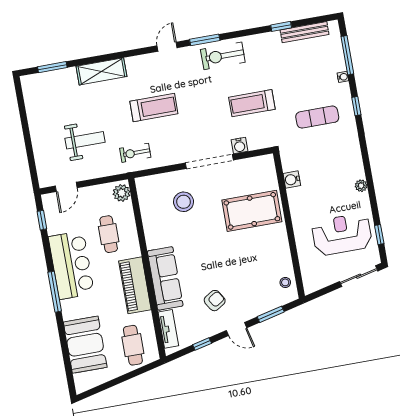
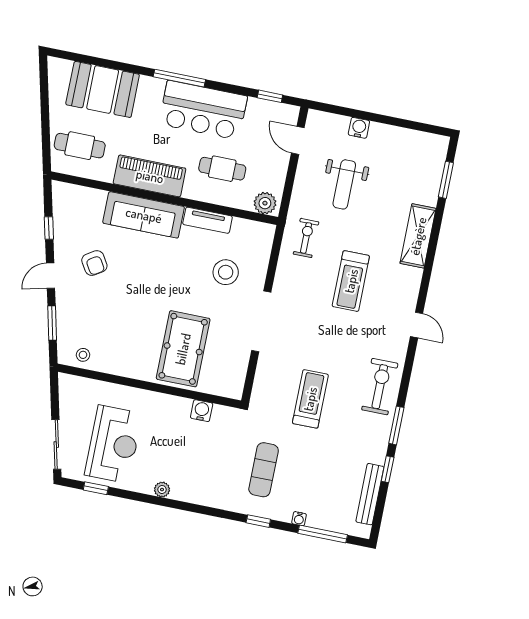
window: (205, 40) -> (396, 425), moved
water cooler: (239, 146) -> (359, 128), moved, turned 90
tv unit: (168, 329) -> (208, 220), moved

